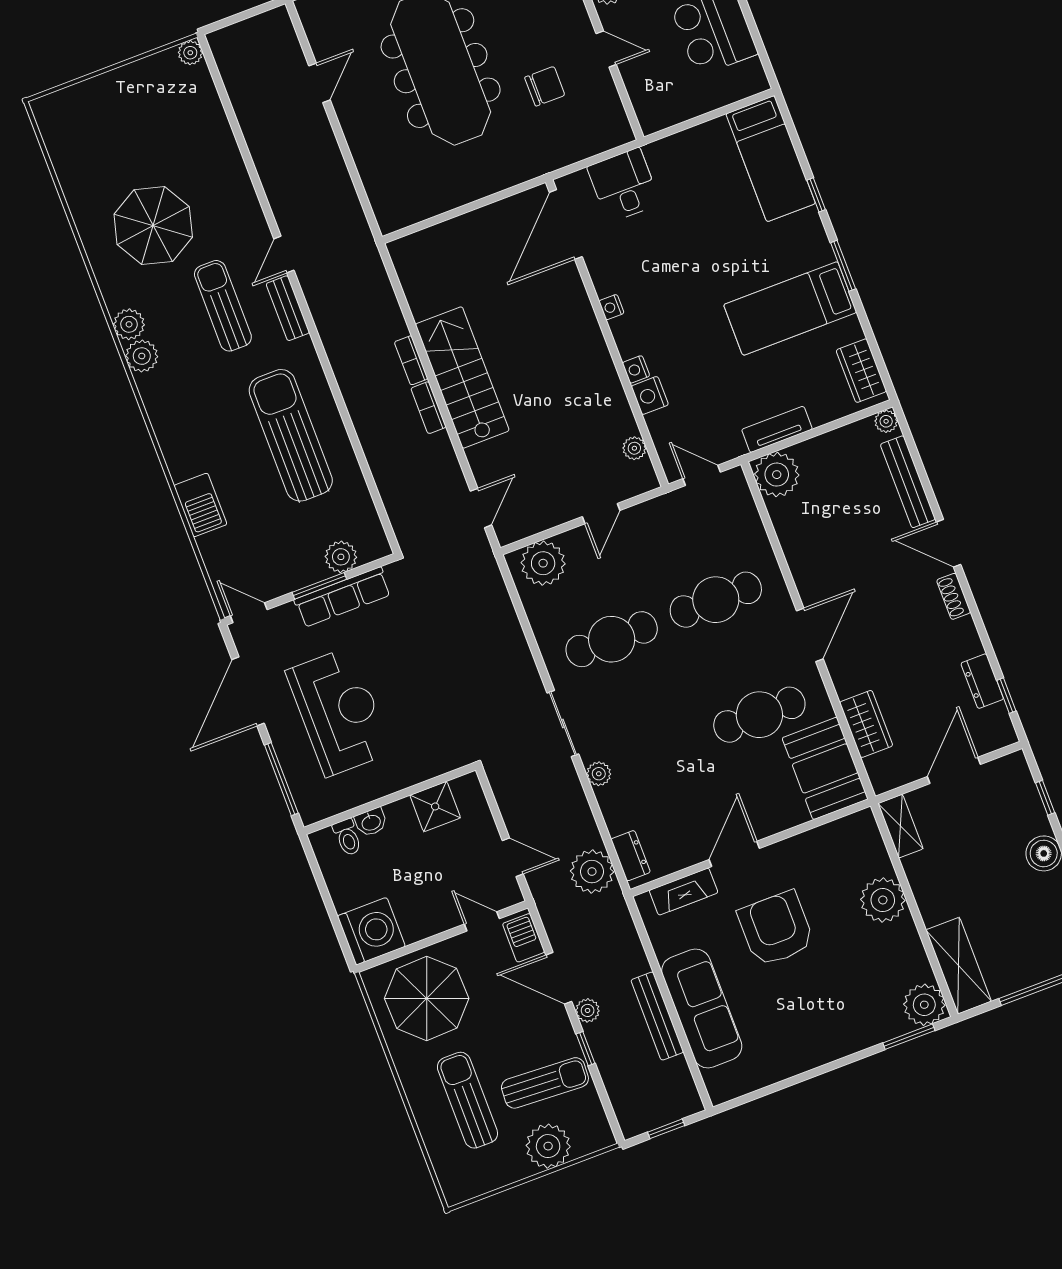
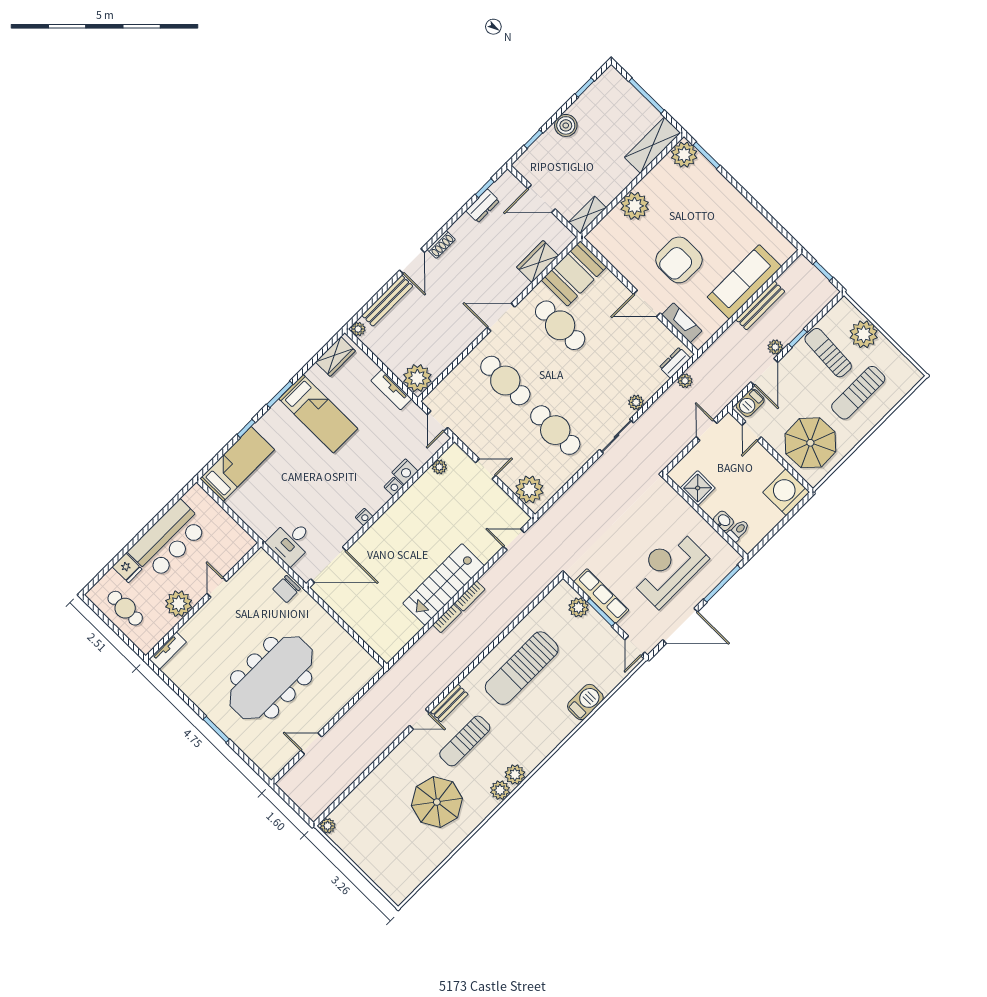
chair: (545, 86) -> (287, 589), moved, turned -90
plant: (592, 872) -> (685, 381), width x0.53, depth x0.53

